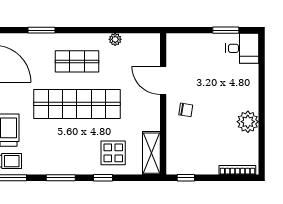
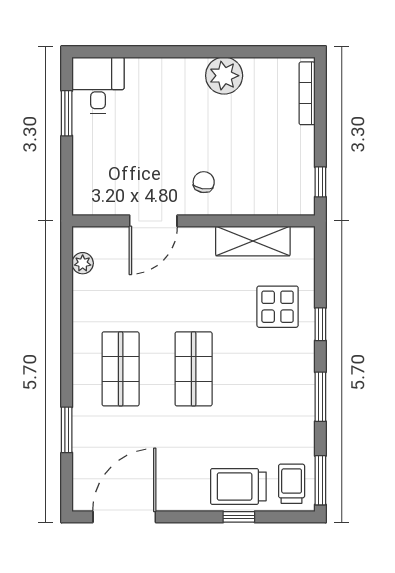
plant: (115, 39) -> (83, 263), moved
shop shelf: (77, 104) -> (194, 369), width x0.50, depth x0.74
shelving: (151, 153) -> (253, 241), moved

